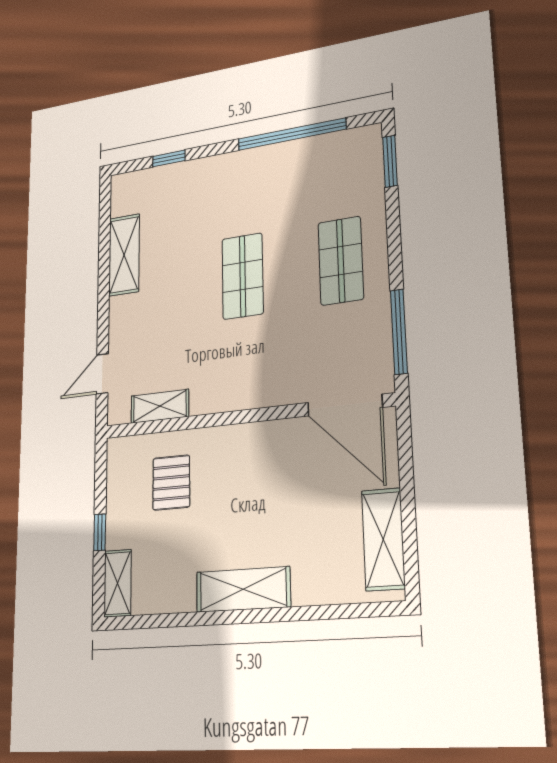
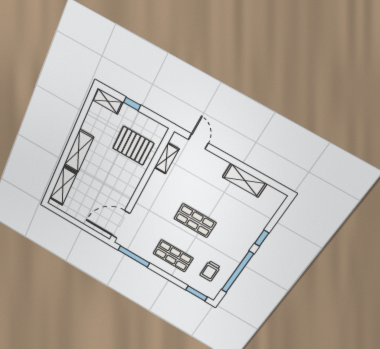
window: (169, 158) -> (262, 238), moved
trolley: (324, 176) -> (210, 271), added
pallet: (171, 483) -> (133, 146), width x1.50, depth x1.42
shelving: (383, 539) -> (63, 186), moved, turned 90

